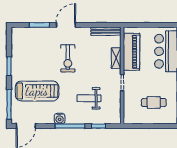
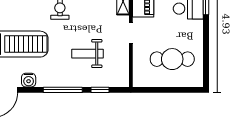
cafe table: (154, 103) -> (172, 59), width x1.37, depth x1.35
water cooler: (60, 119) -> (29, 80), moved

